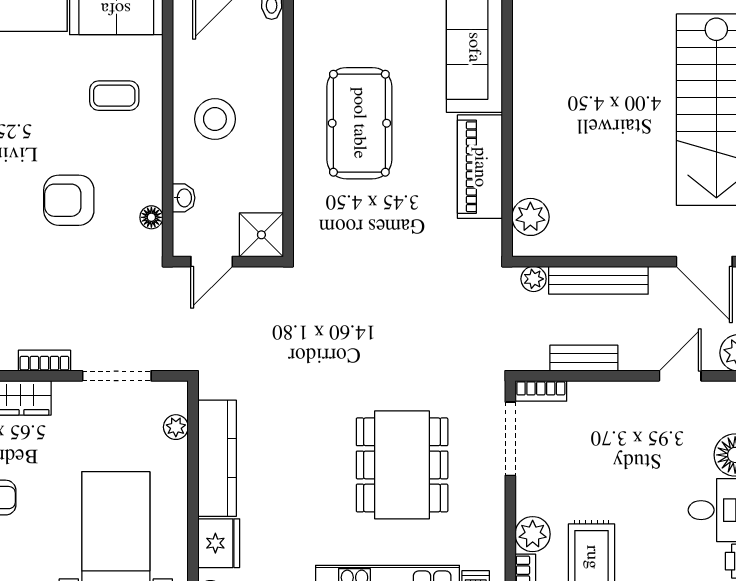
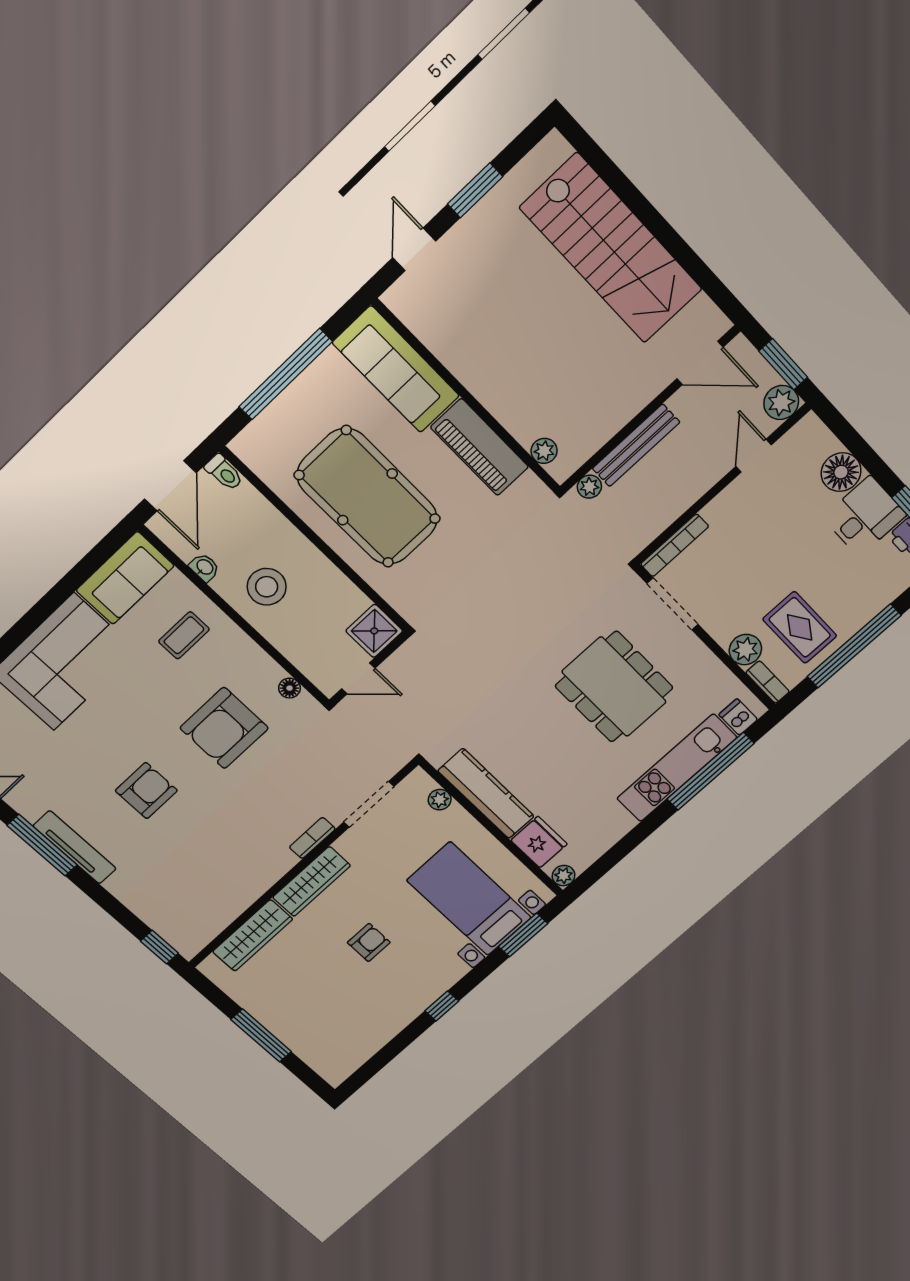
pool table: (359, 123) -> (367, 497), width x1.36, depth x1.32
washbasin: (184, 198) -> (204, 567), moved
armchair: (69, 200) -> (224, 728), width x1.36, depth x1.36
plant: (530, 217) -> (544, 451), width x0.73, depth x0.73
door: (212, 262) -> (358, 678), hinge flipped
bench: (584, 358) -> (674, 506), removed
bookcase: (541, 391) -> (675, 545), width x1.56

